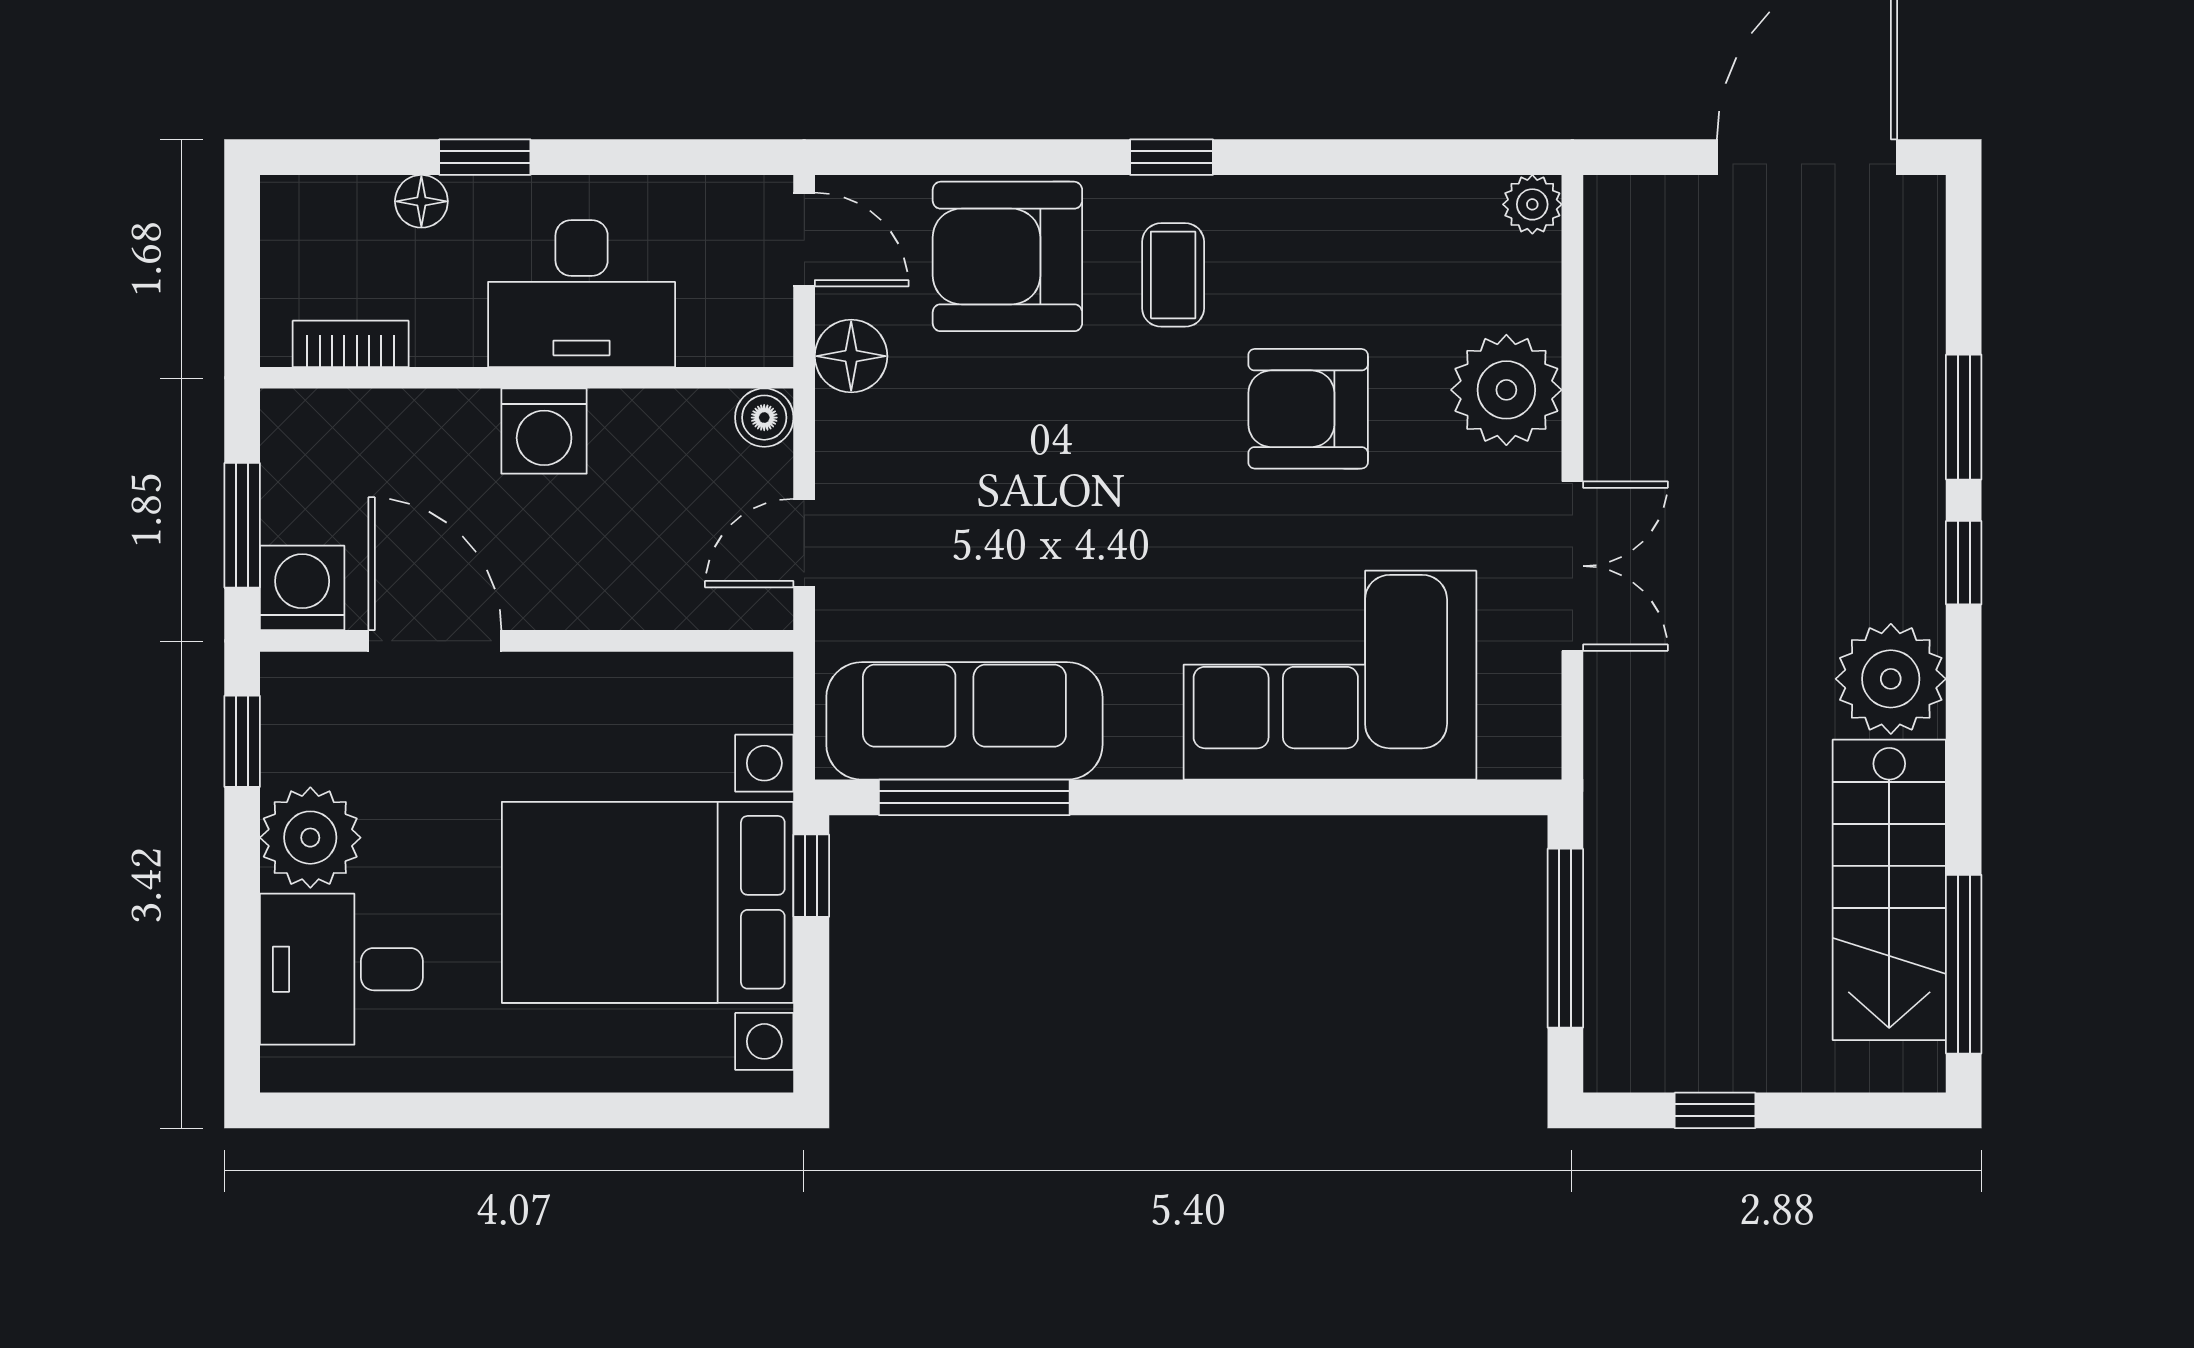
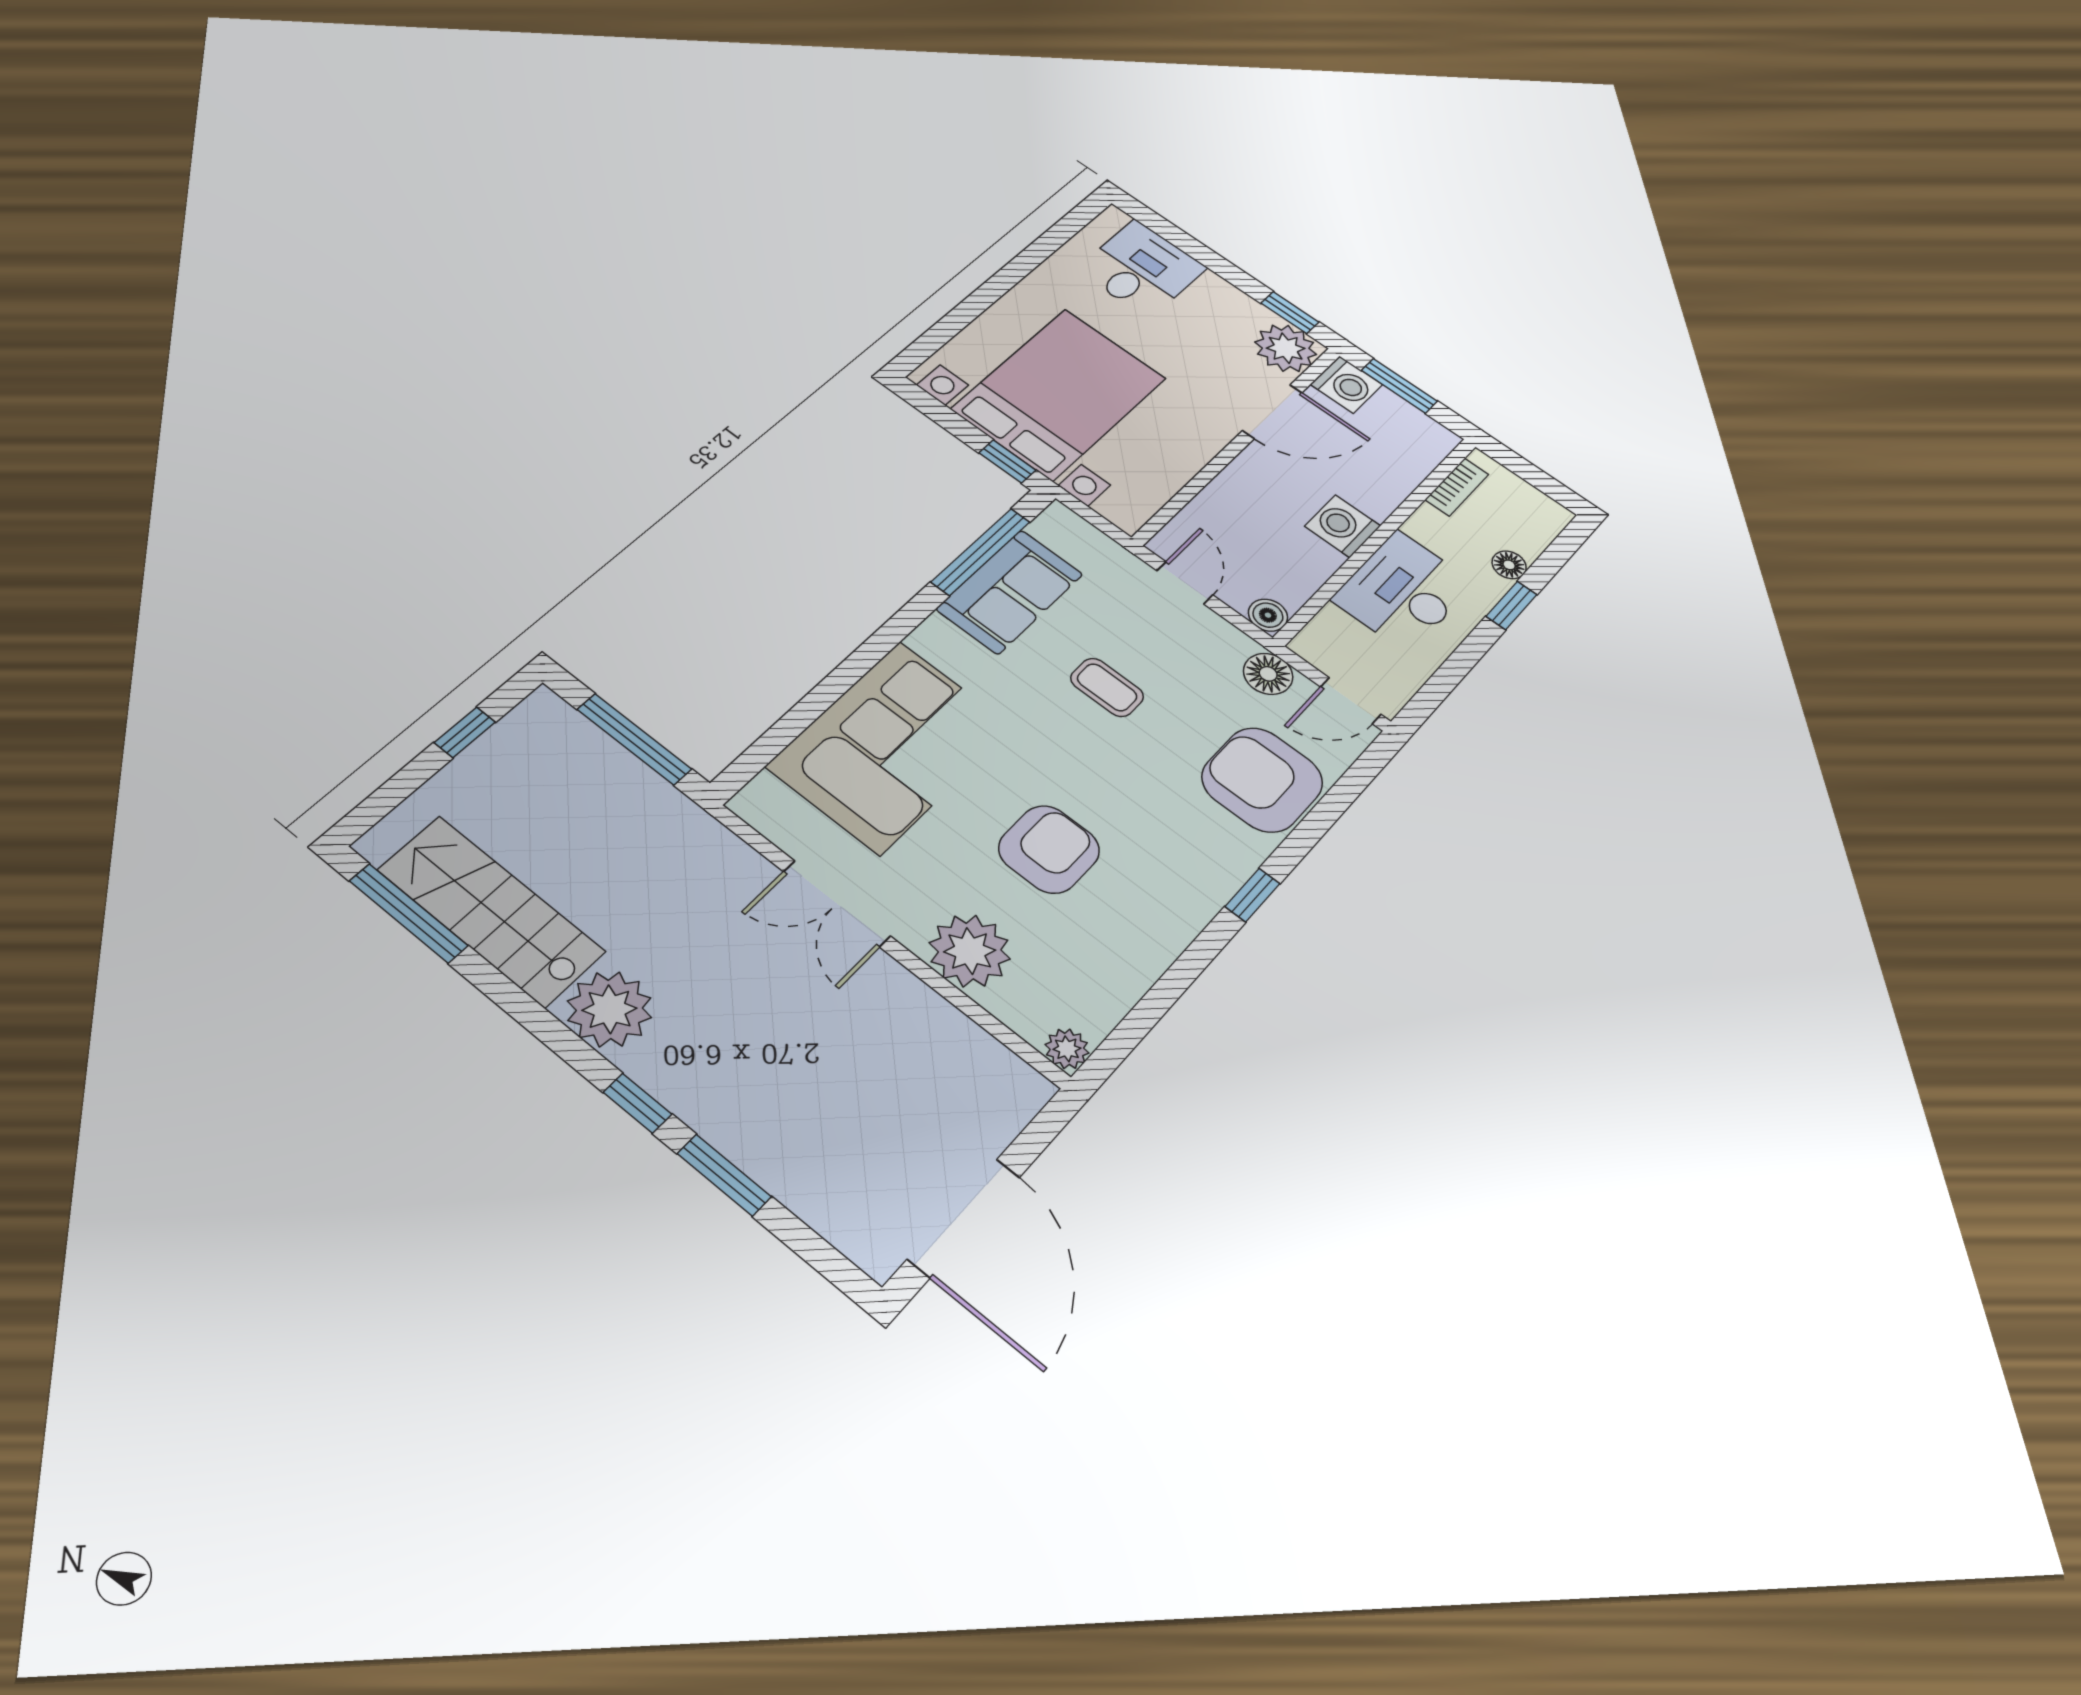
armchair: (1007, 256) -> (1262, 780), turned -90
coffee table: (1173, 275) -> (1107, 687), moved
sofa: (964, 721) -> (1010, 592), width x0.73
plant: (310, 838) -> (1286, 348), moved

